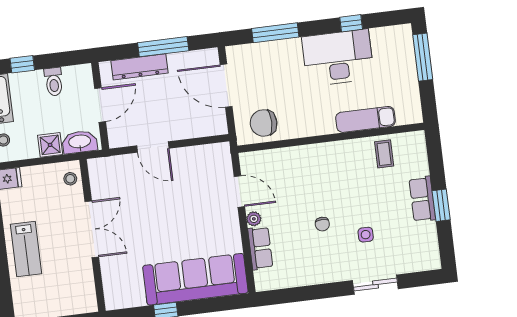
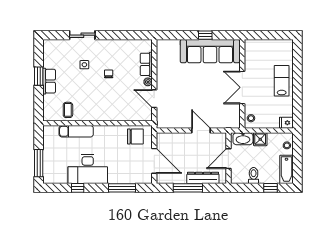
sofa: (195, 279) -> (210, 51), moved

